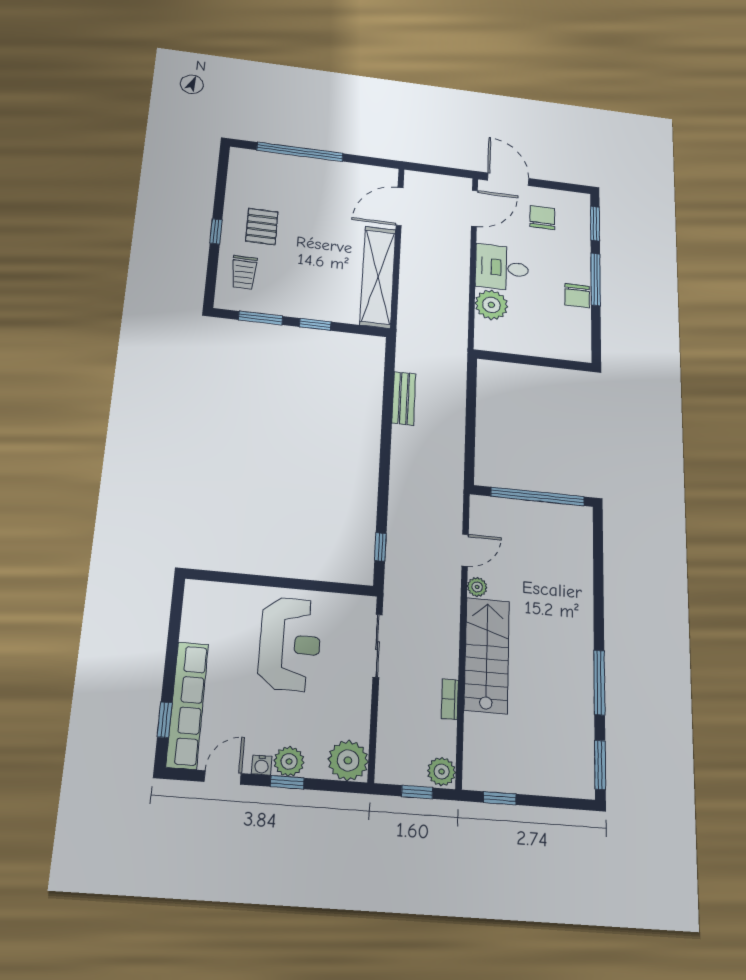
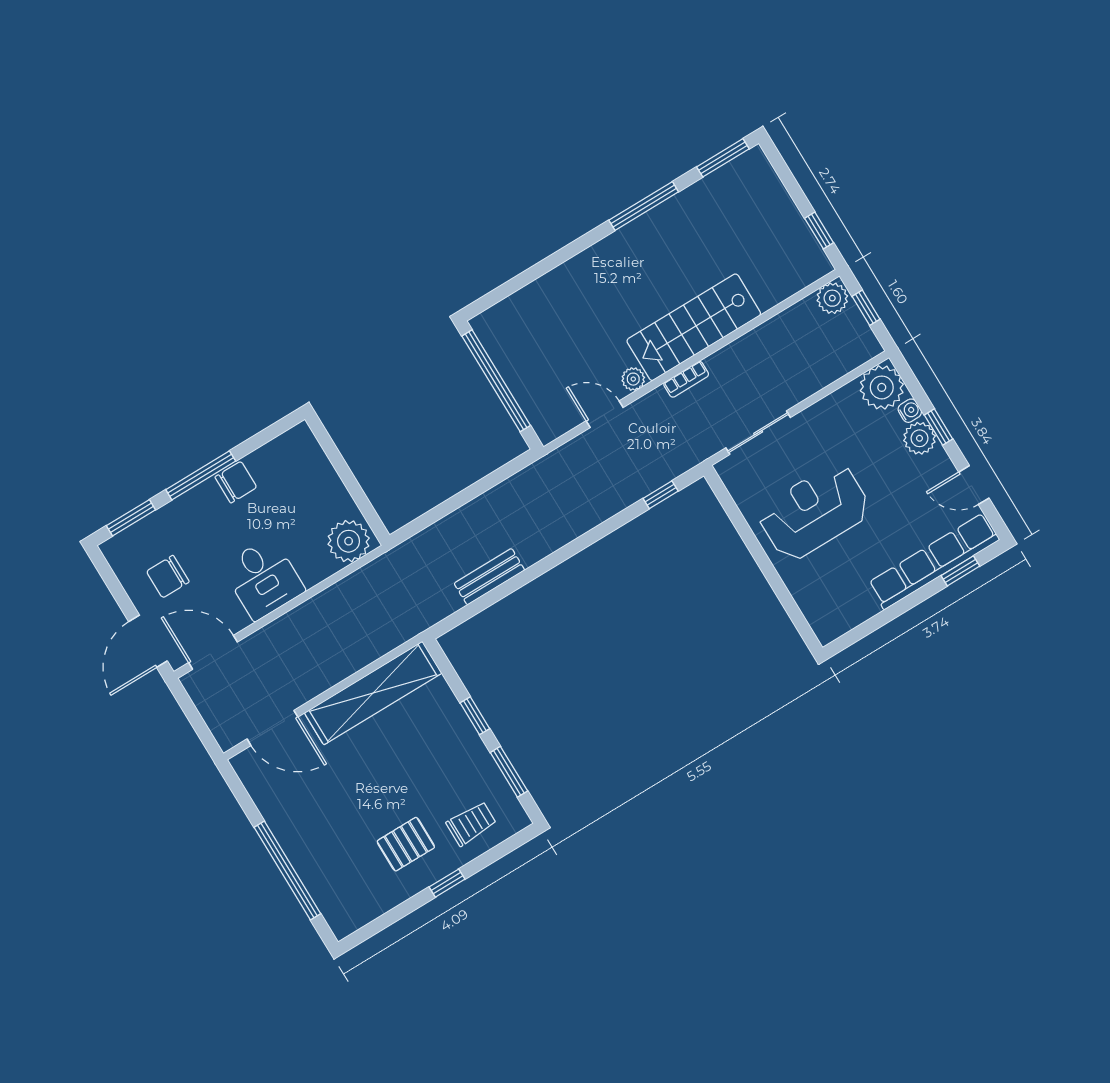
plant: (491, 305) -> (349, 541), moved
bookcase: (450, 699) -> (686, 379), moved
water cooler: (262, 765) -> (910, 411), moved

